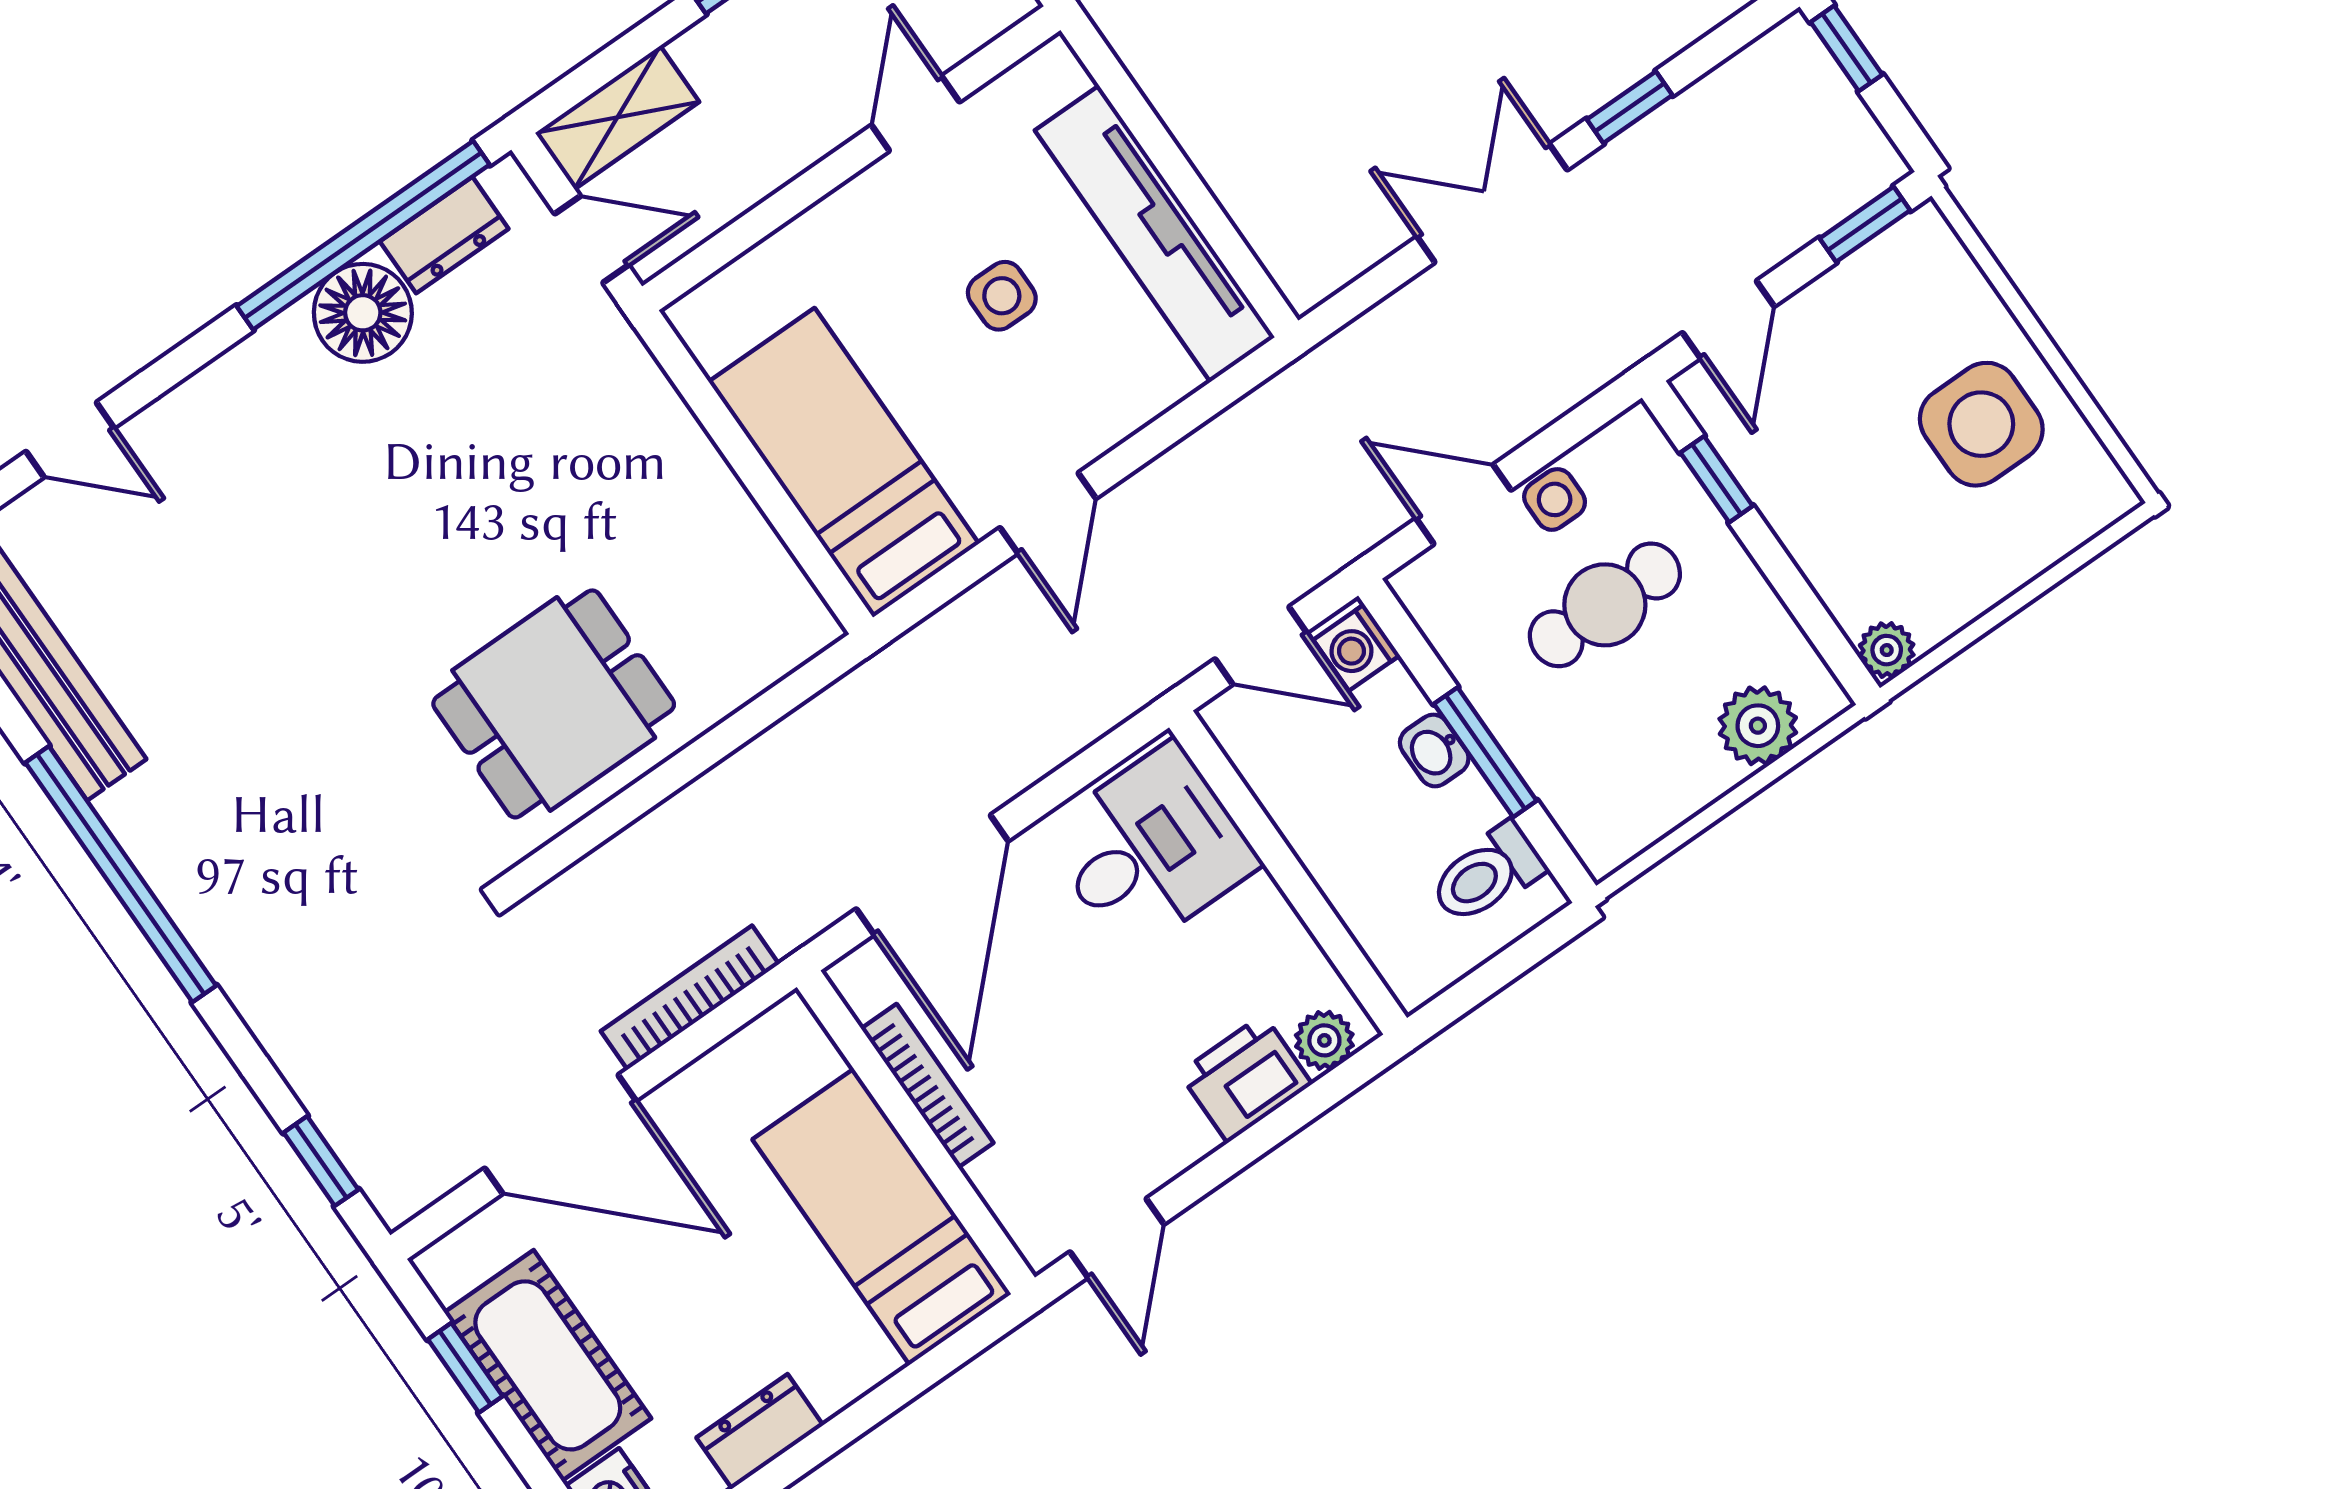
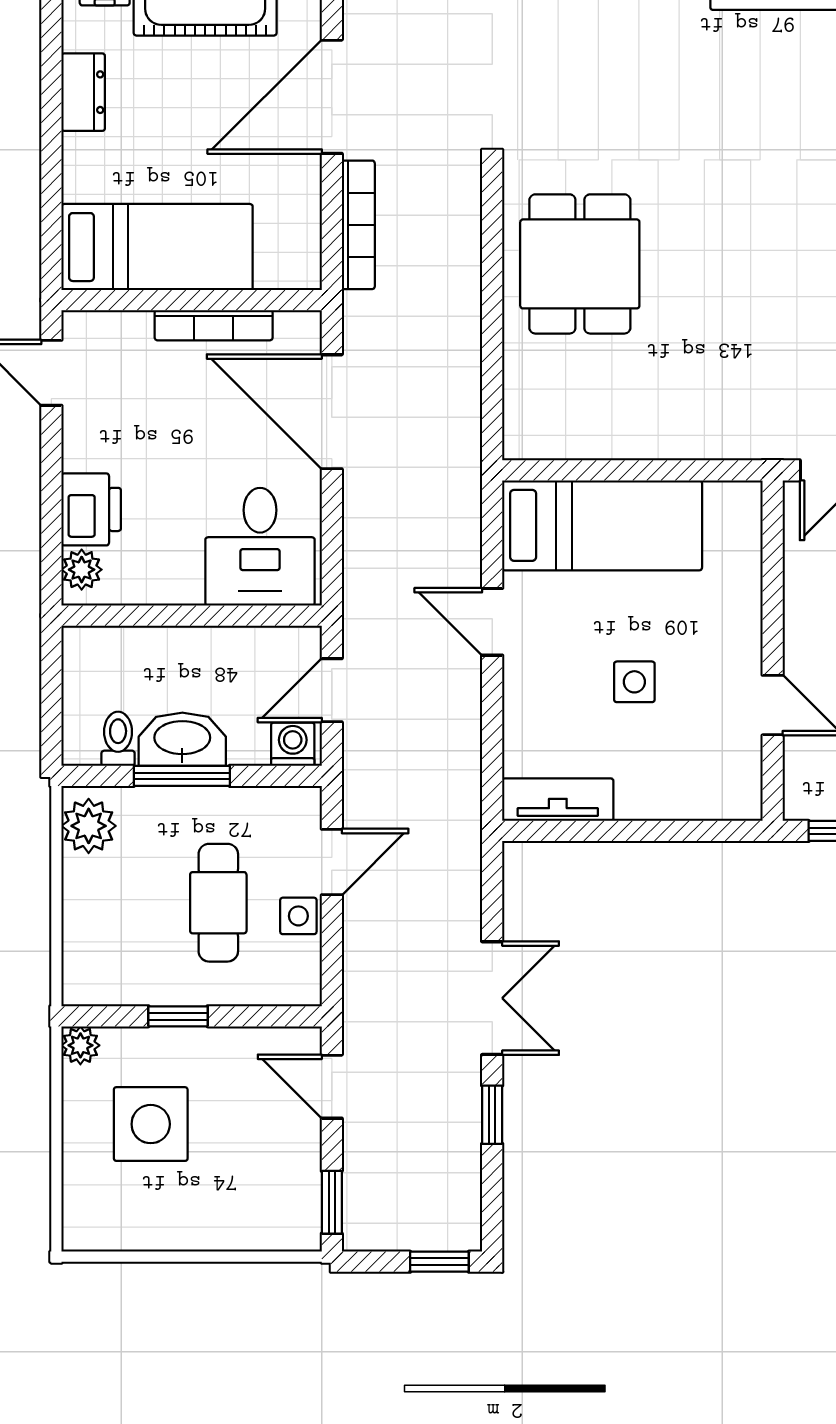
tv unit: (1155, 234) -> (558, 800), width x0.52, depth x0.78
side table: (1981, 424) -> (151, 1124), moved
window: (1717, 479) -> (178, 1016), moved
plant: (1758, 726) -> (89, 826), moved
washbasin: (1434, 751) -> (182, 739), width x1.91, depth x1.45
toilet: (1487, 874) -> (118, 739), width x0.73, depth x0.72

